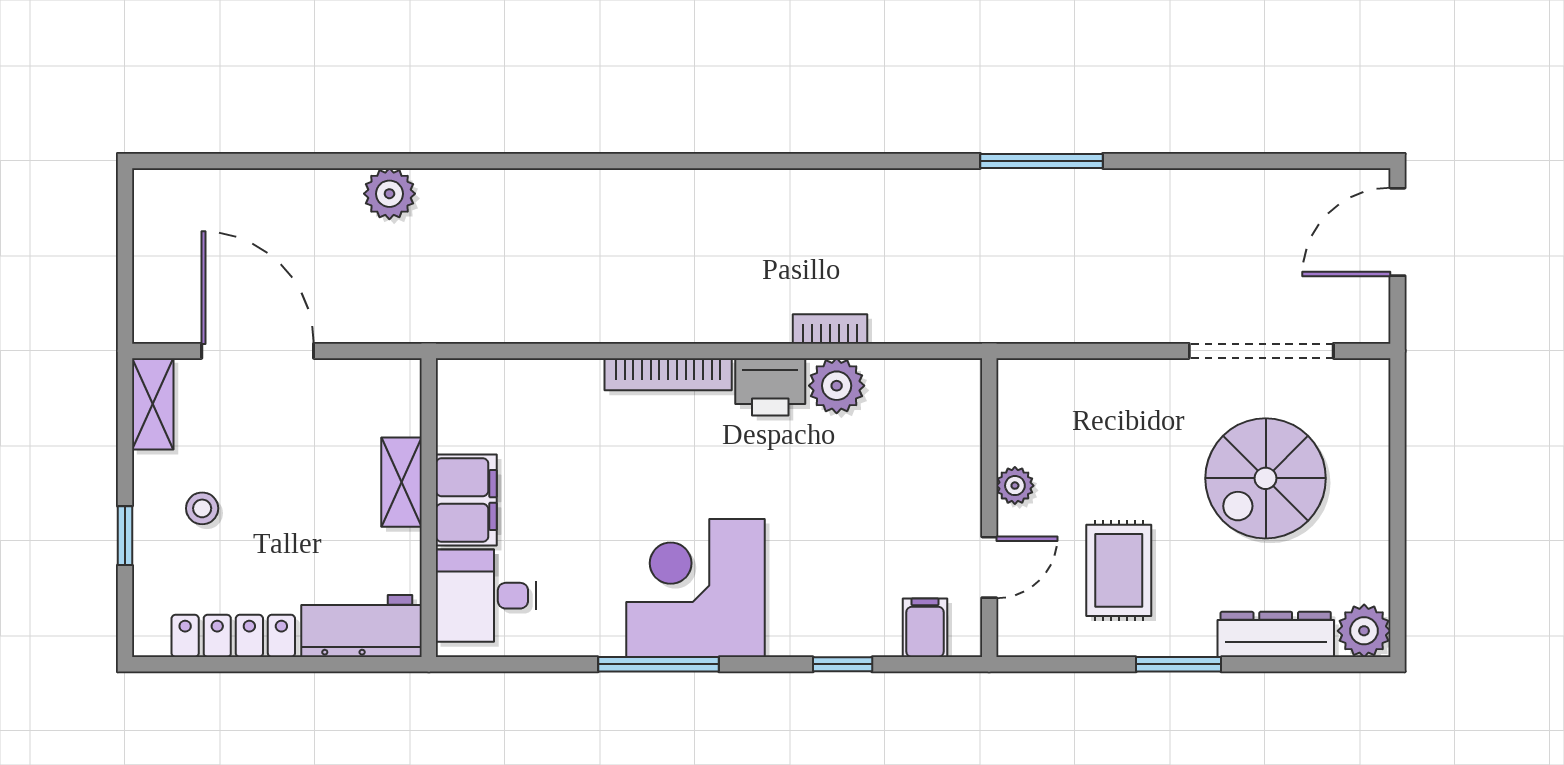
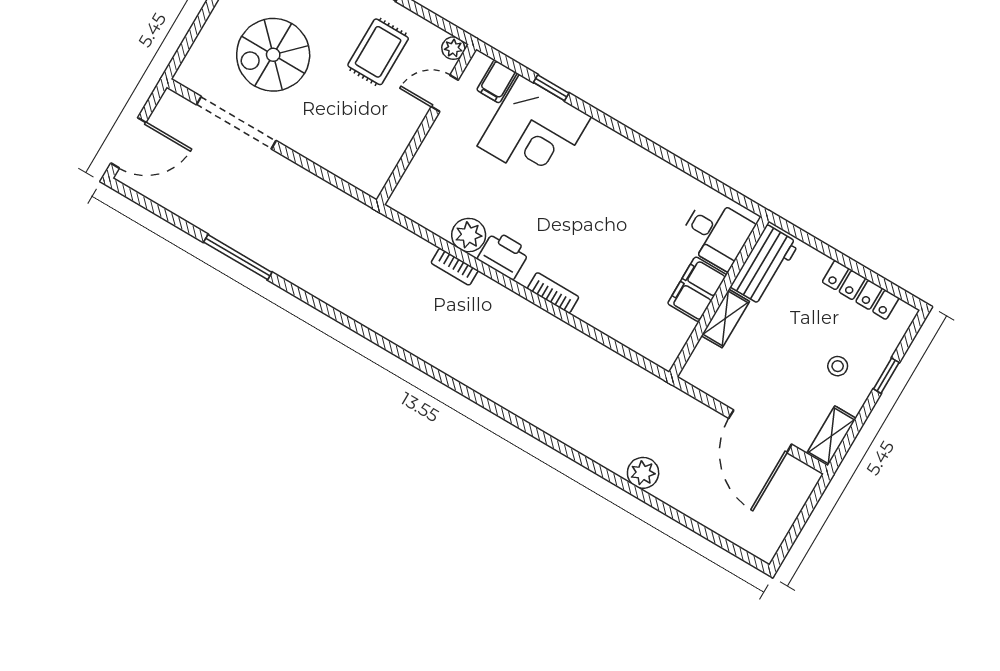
window: (1041, 161) -> (238, 257), moved
bookcase: (668, 374) -> (553, 293), width x0.64
spiral stairs: (1266, 478) -> (273, 55), turned 180
plant: (1015, 486) -> (453, 48), moved
corner desk: (696, 588) -> (534, 131), moved
workbench: (361, 626) -> (765, 265), moved, turned -90
window: (659, 664) -> (647, 144), removed

